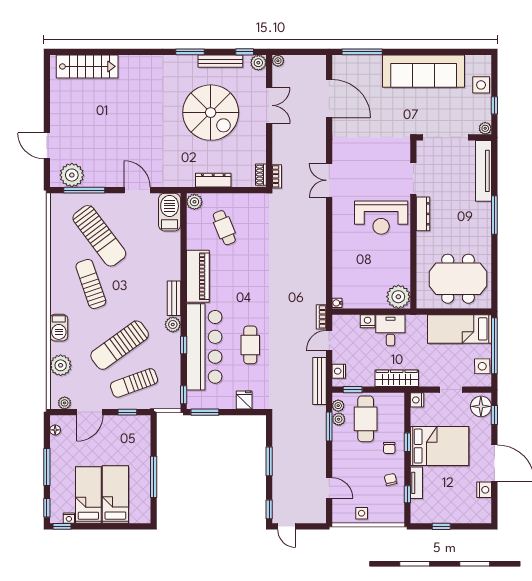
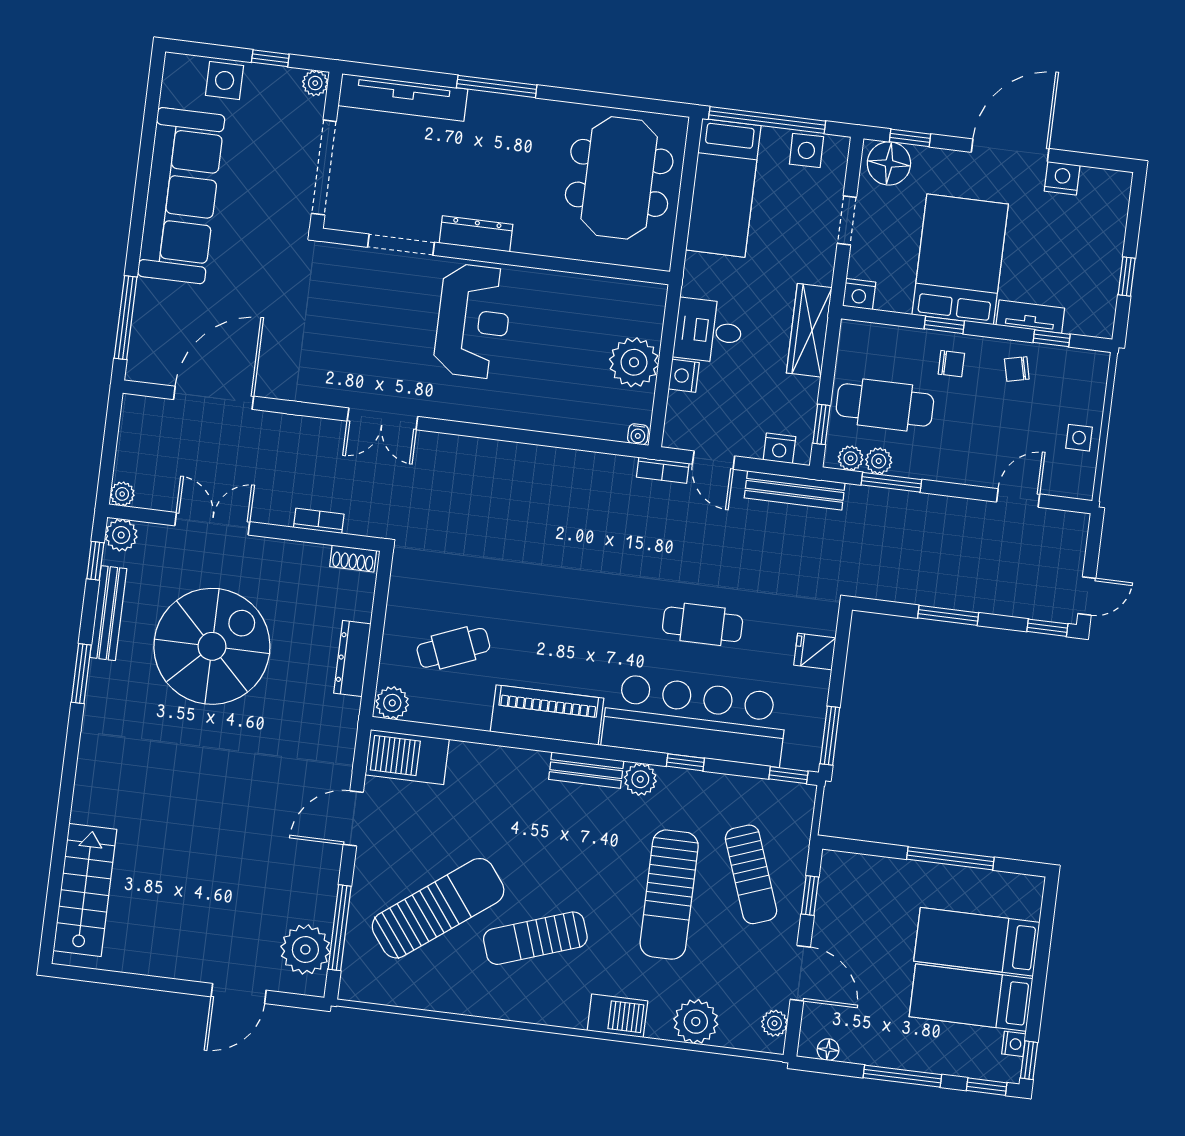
bookcase: (277, 176) -> (319, 521), moved
plant: (398, 297) -> (634, 362), moved
sun lounger: (120, 345) -> (669, 895), turned 36

